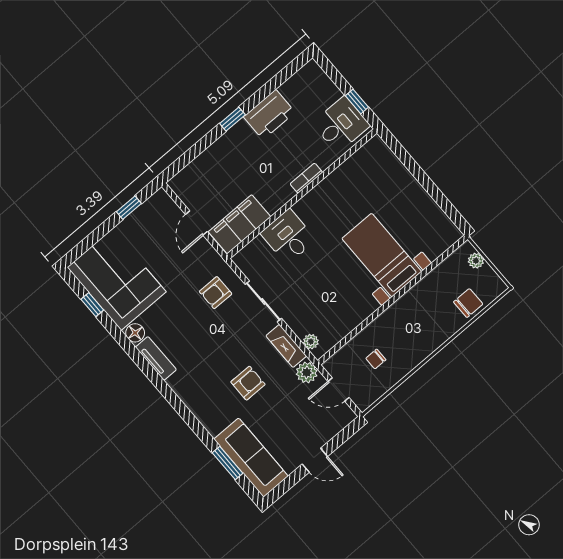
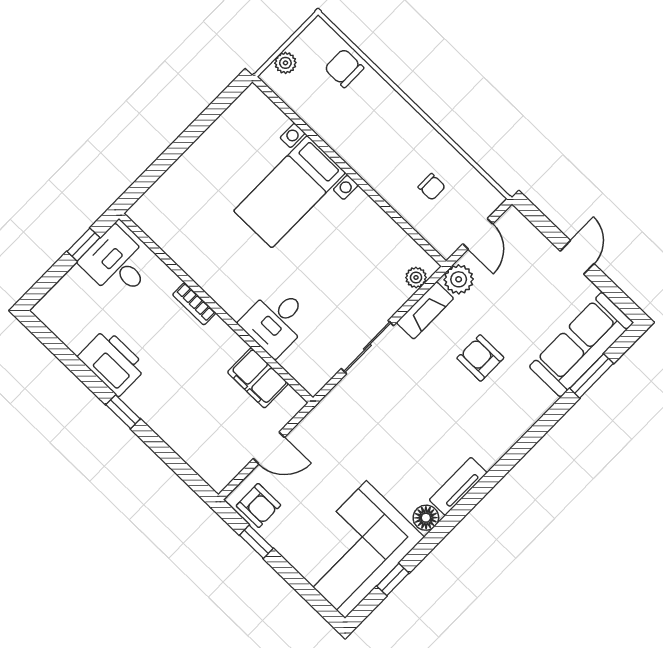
filing cabinet: (239, 224) -> (258, 378), width x0.67, depth x0.86
armchair: (216, 293) -> (258, 505), moved

